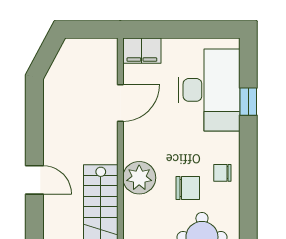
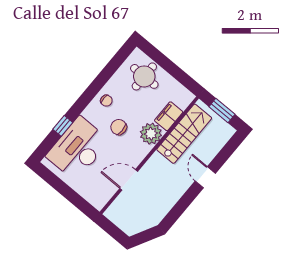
filing cabinet: (142, 51) -> (169, 116), moved, turned -90
chair: (188, 188) -> (119, 127), moved

